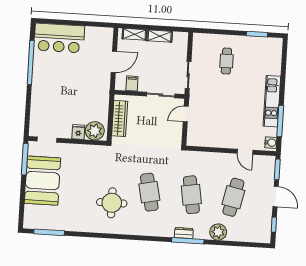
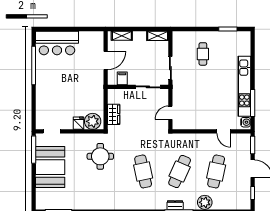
shelving: (160, 36) -> (158, 36), moved
kitchen unit: (272, 101) -> (244, 86), width x1.36
door: (186, 114) -> (170, 113), moved
wardrobe: (120, 118) -> (114, 114), width x0.67
cafe table: (191, 195) -> (180, 171), turned 33
round table: (112, 203) -> (100, 156), moved

